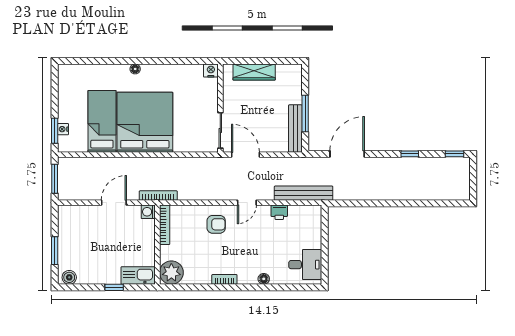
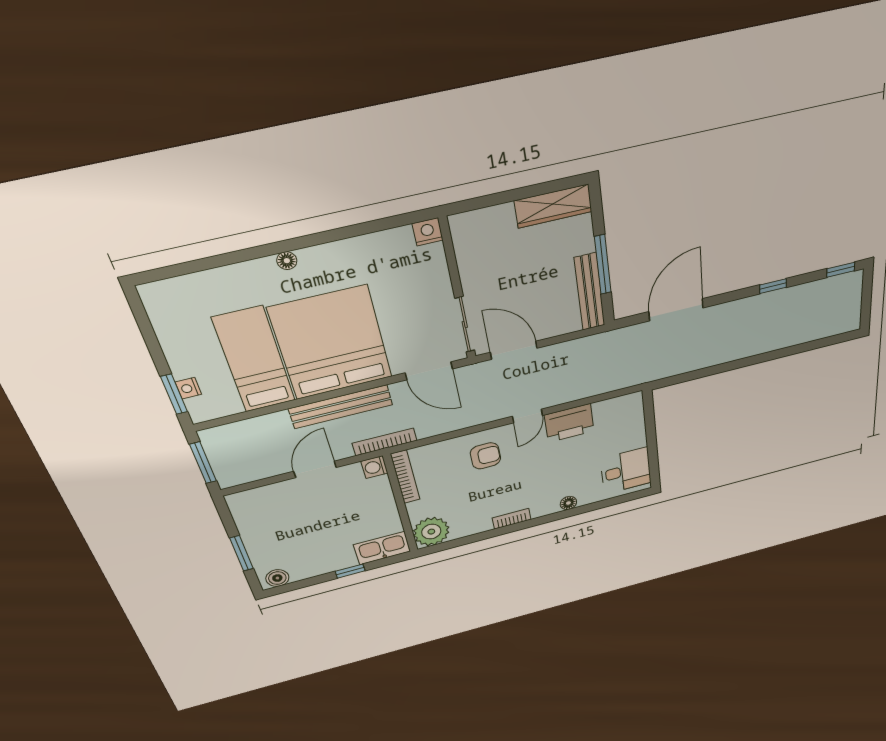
wardrobe: (254, 72) -> (553, 206), moved
door: (194, 155) -> (429, 371), added
bench: (304, 193) -> (341, 407), moved
printer: (279, 212) -> (569, 423), width x1.87, depth x1.48

